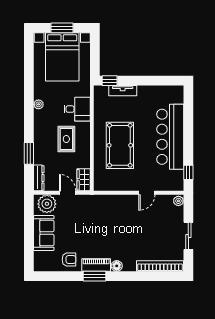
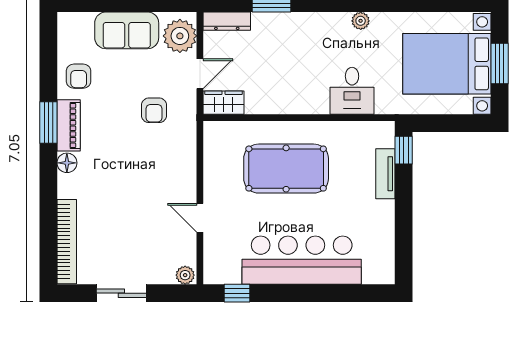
rug: (66, 139) -> (298, 71), removed
armchair: (88, 218) -> (154, 110), added

